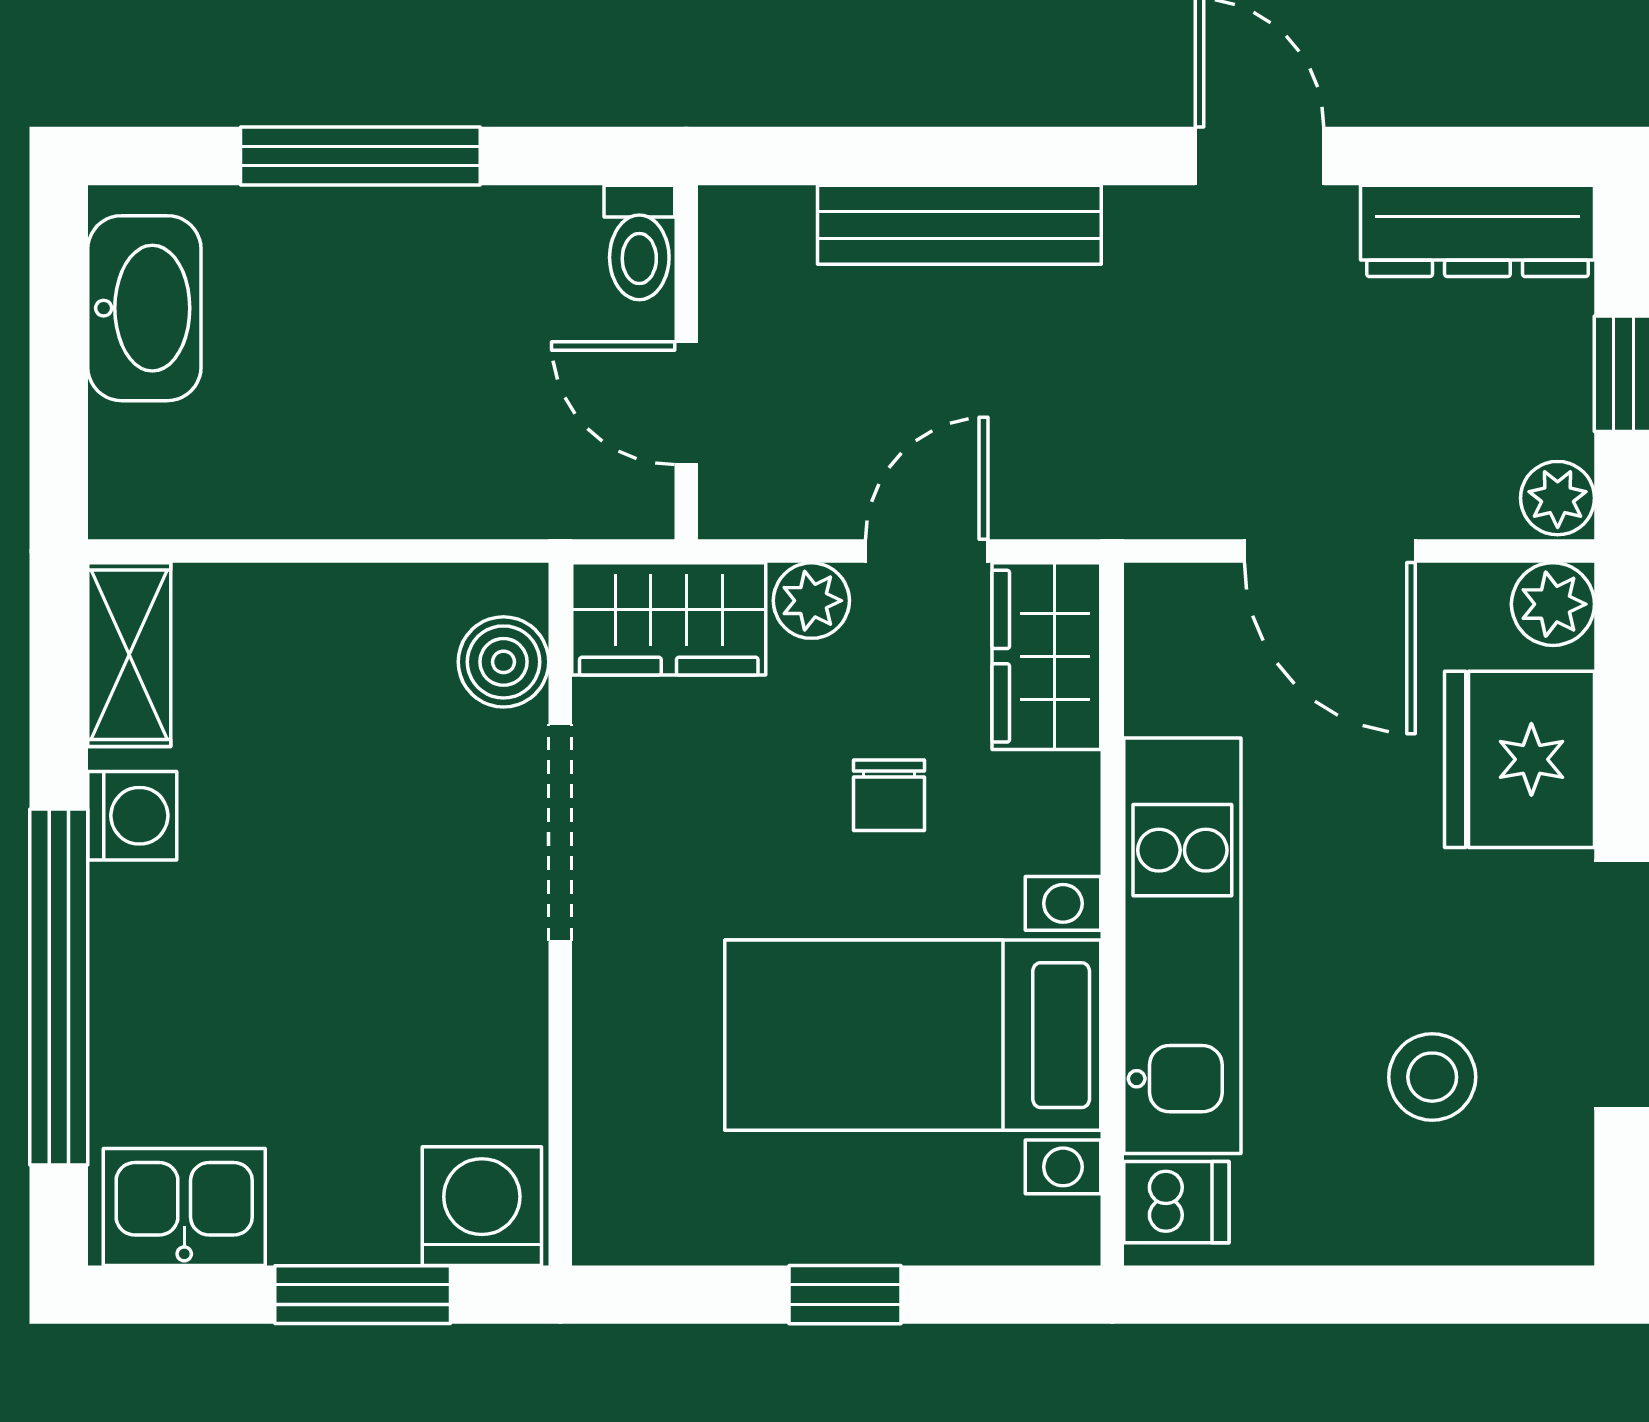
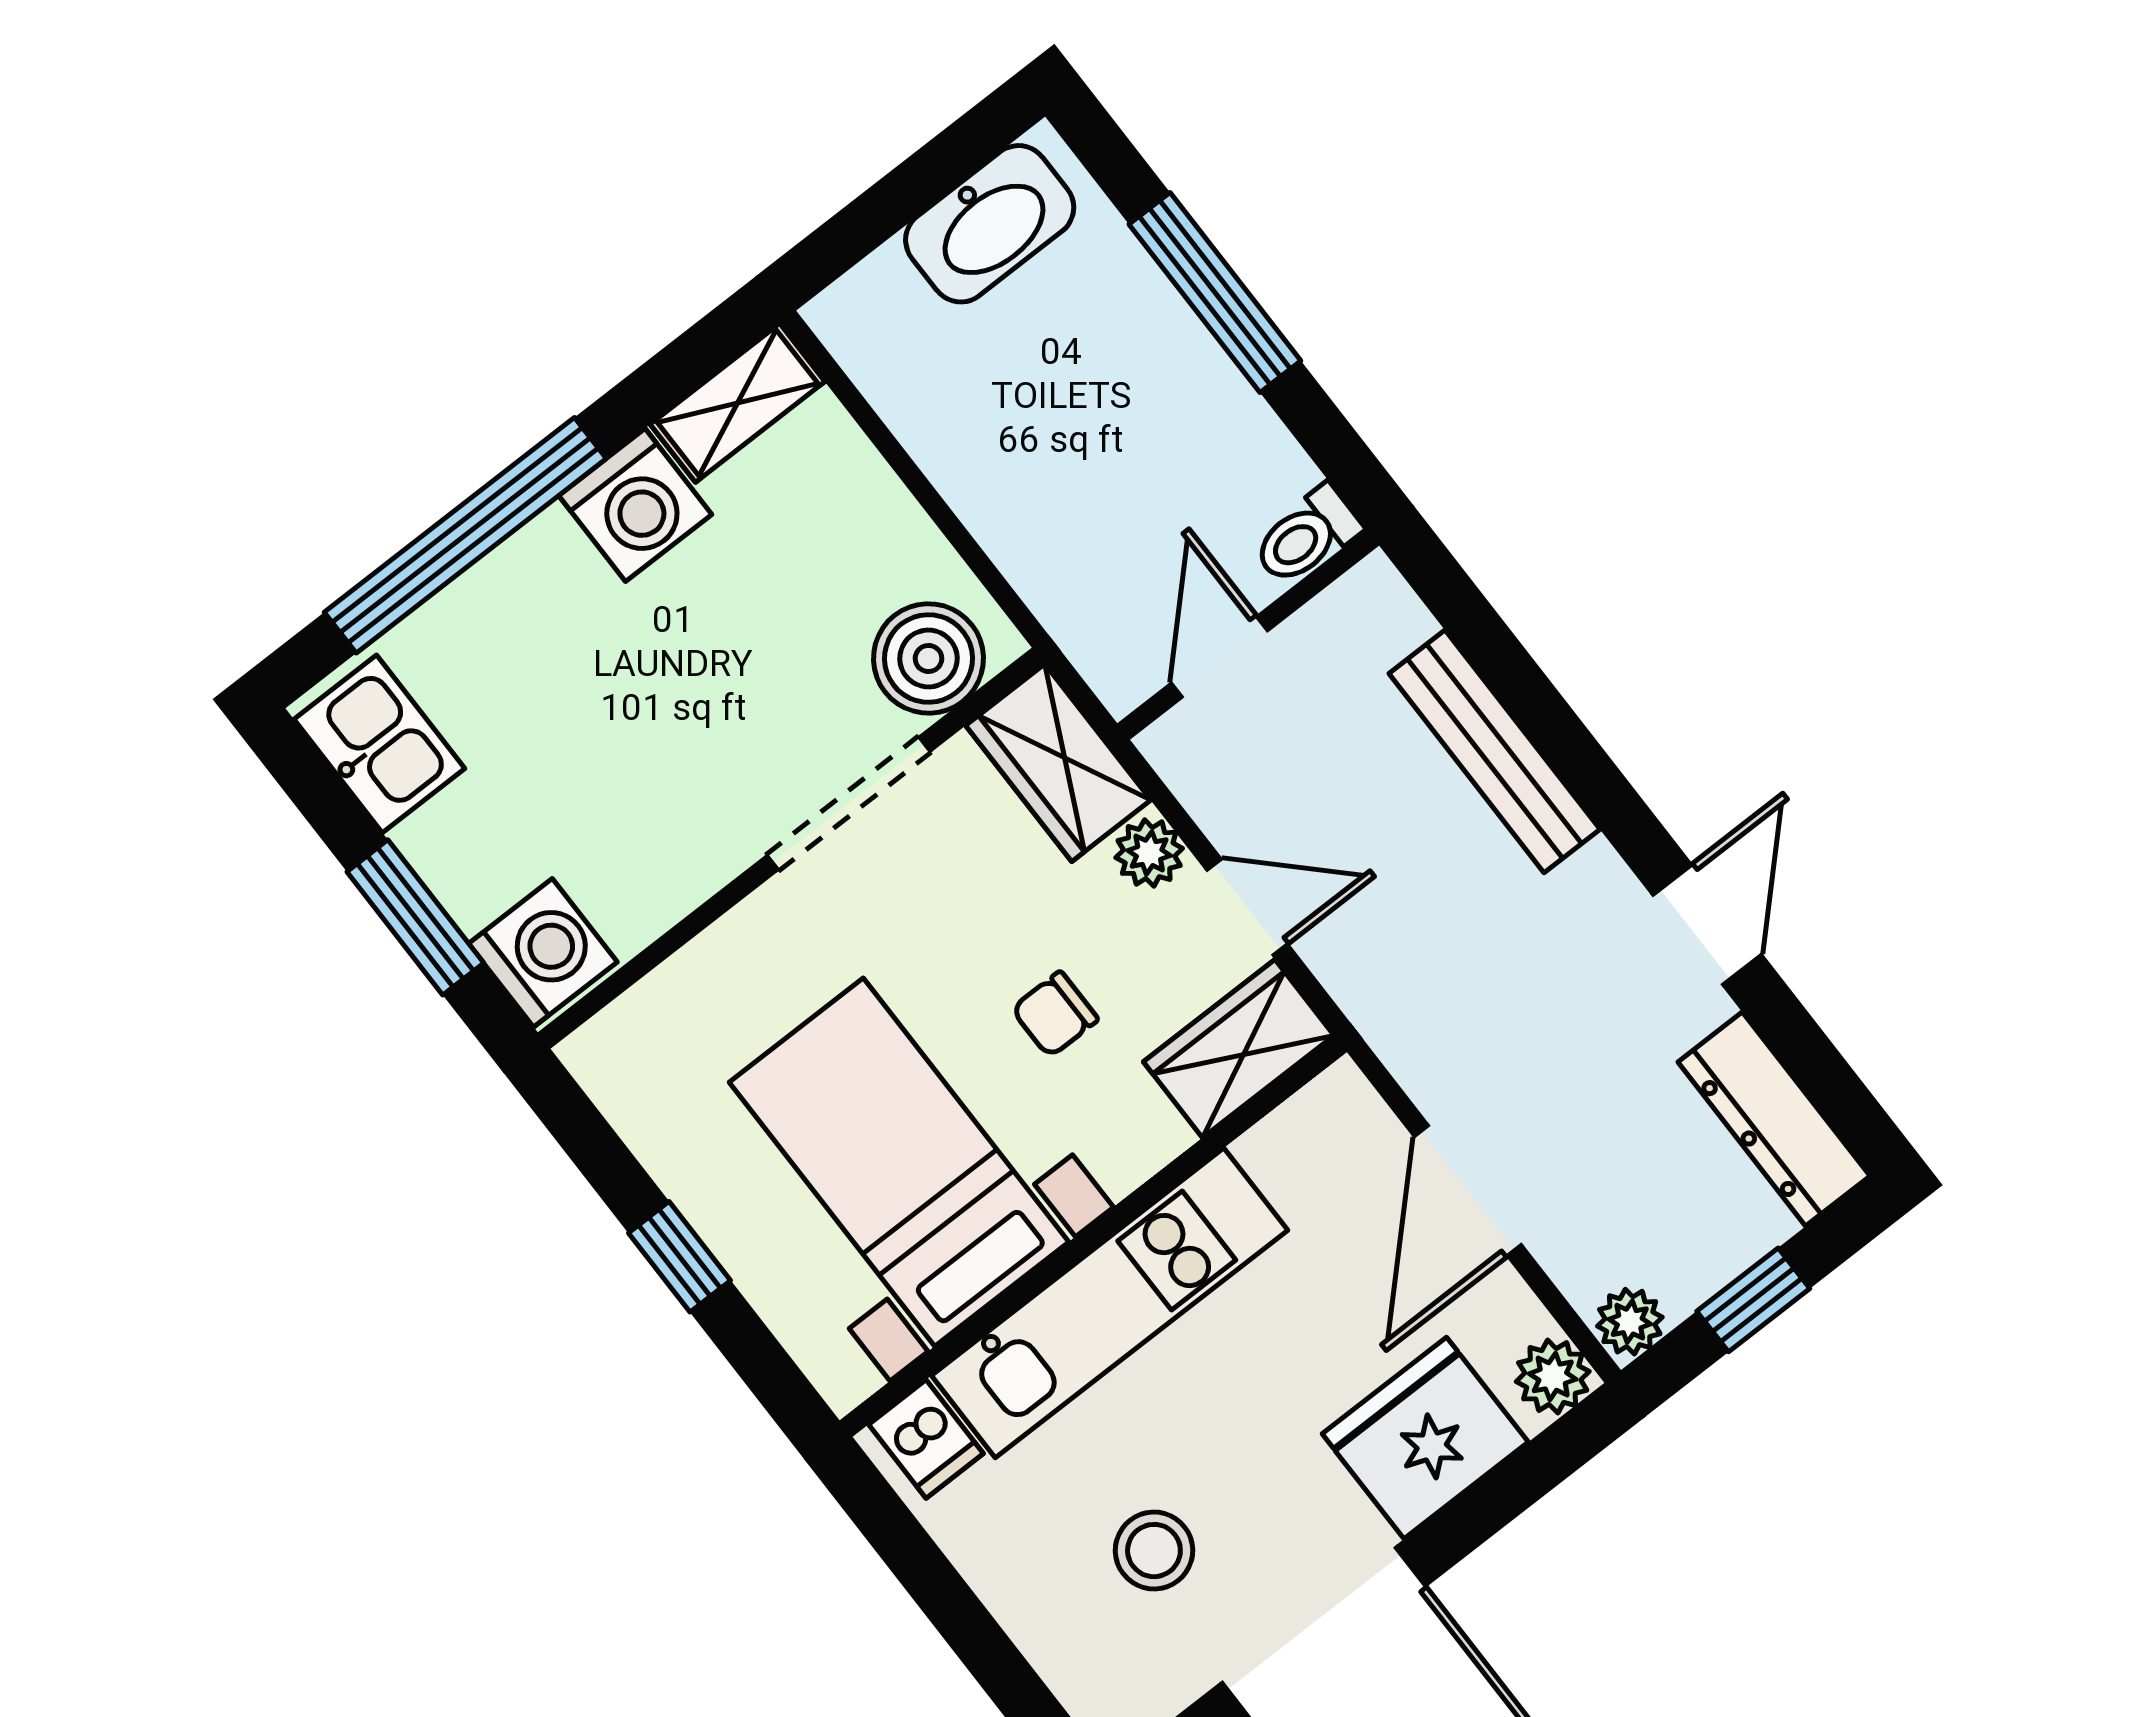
boiler: (503, 662) -> (928, 658), width x1.36, depth x1.36
washing machine: (132, 816) -> (635, 505), width x1.38, depth x1.38

